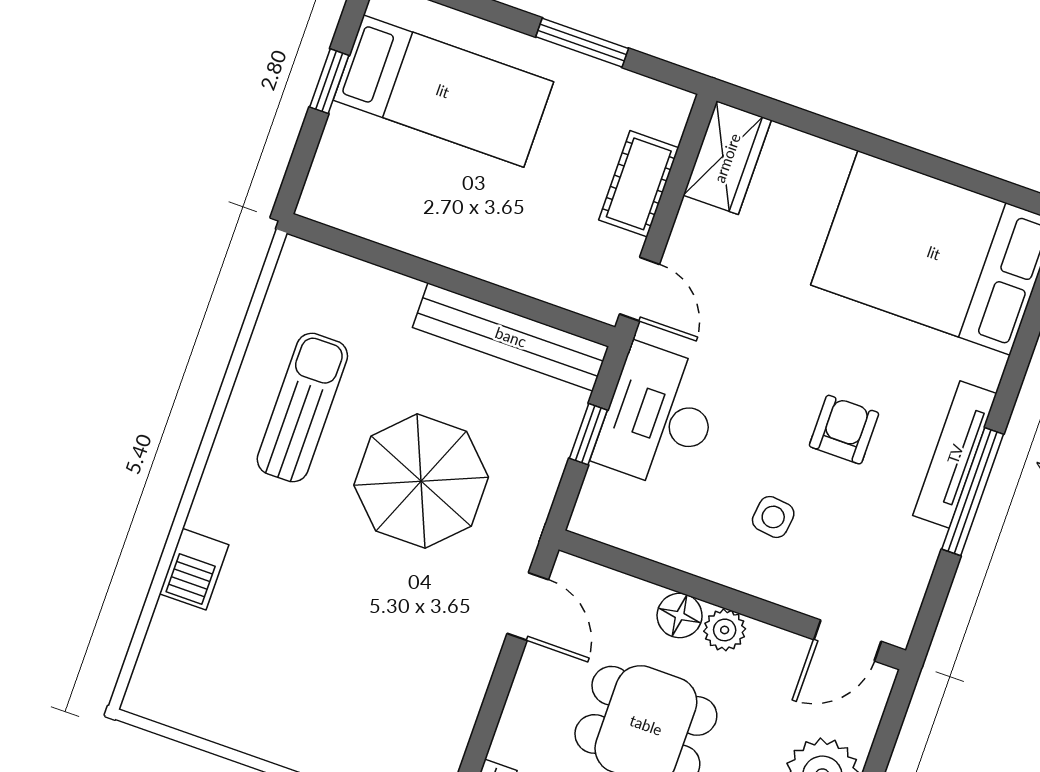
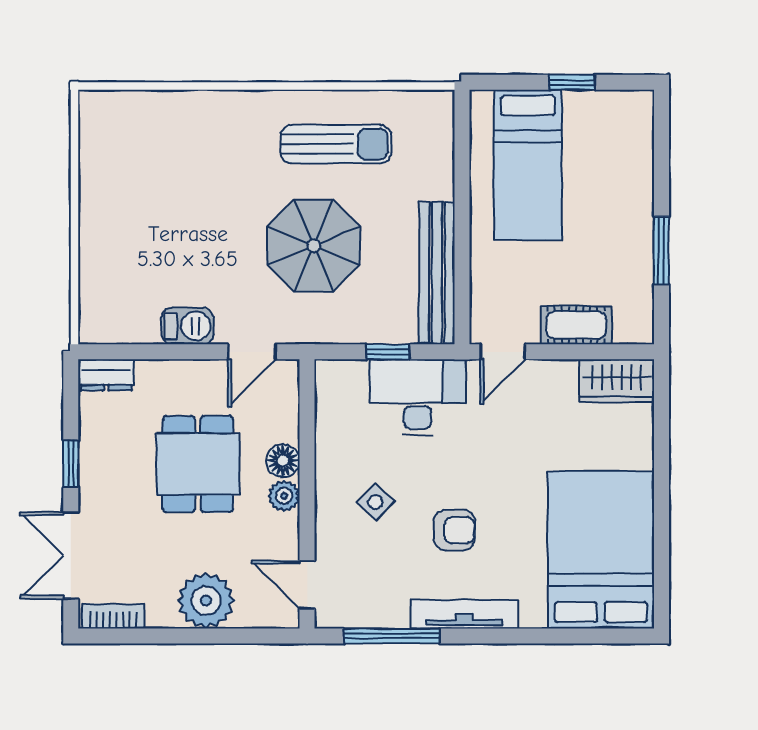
bed: (443, 91) -> (528, 165), moved
window: (973, 492) -> (392, 636), moved
side table: (773, 517) -> (375, 502), turned 37
barbecue: (194, 569) -> (187, 326), moved, turned 180

